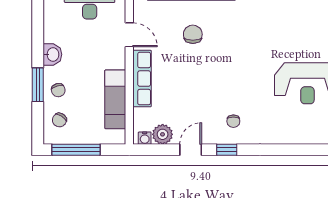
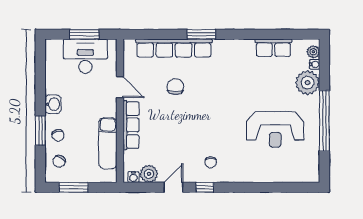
window: (76, 150) -> (74, 187), width x0.69

